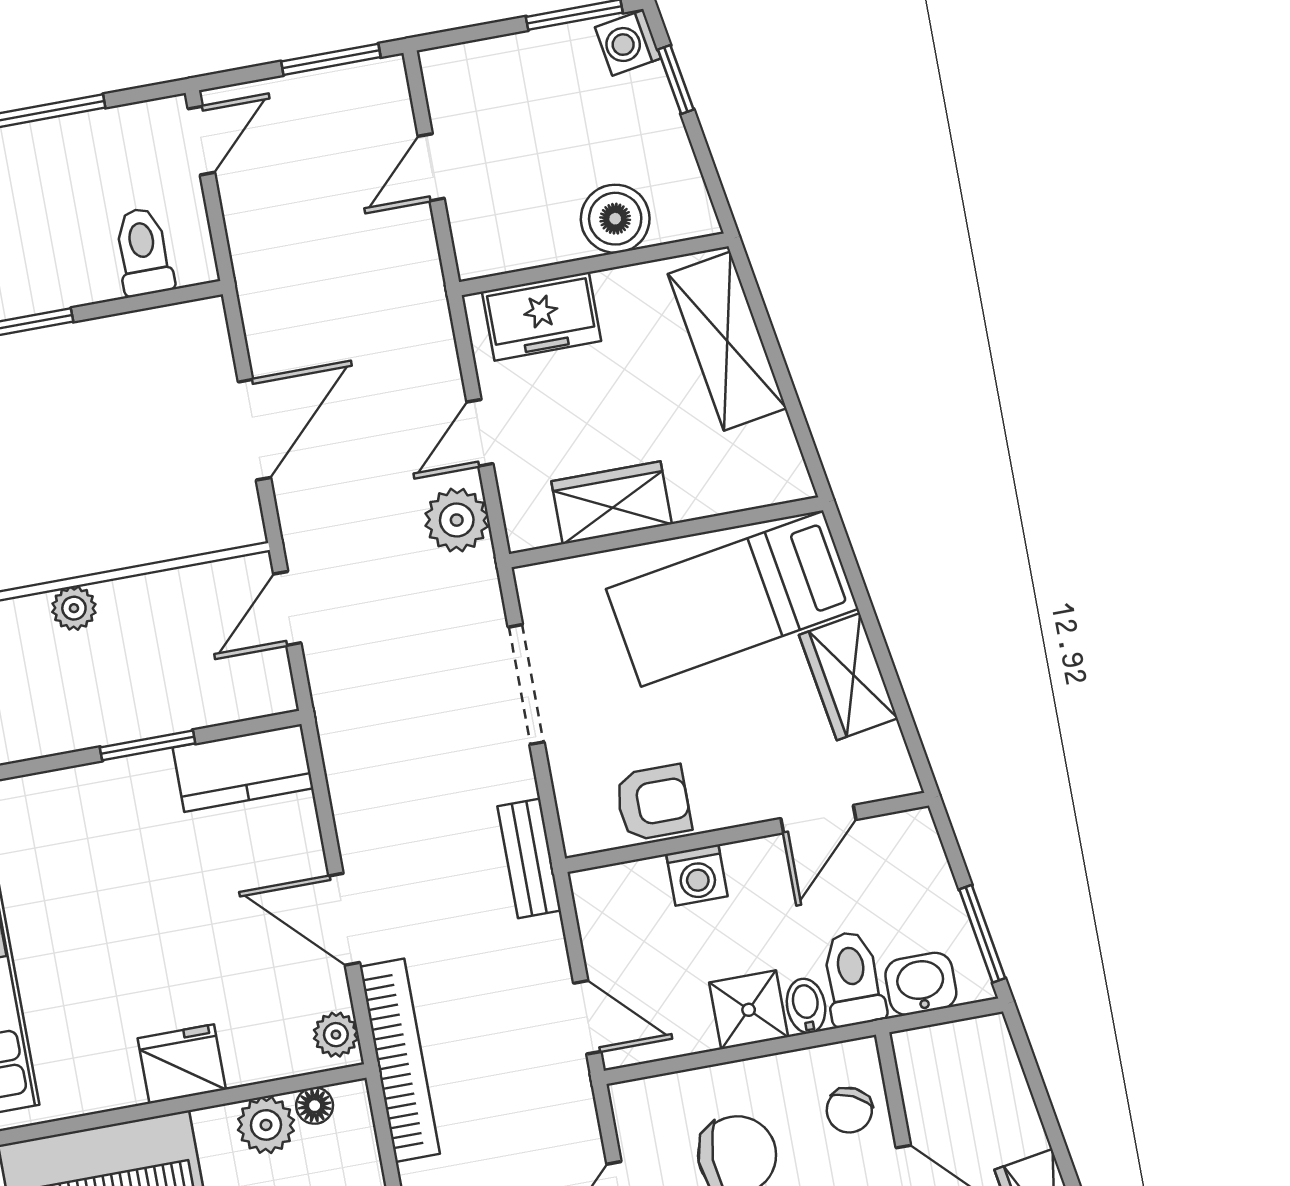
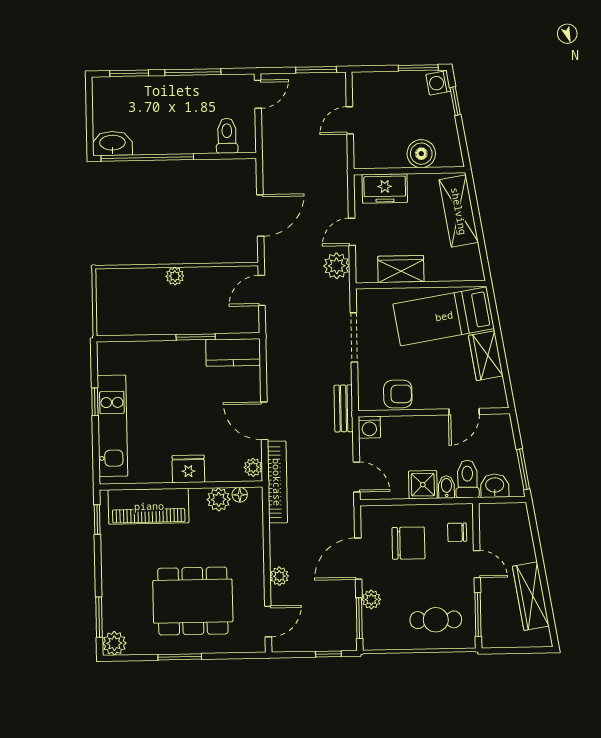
washing machine: (697, 875) -> (369, 427), moved
chair: (849, 1110) -> (457, 532), turned 64

